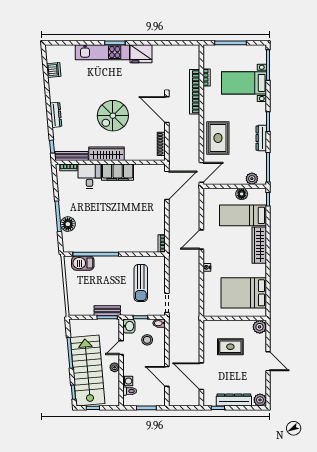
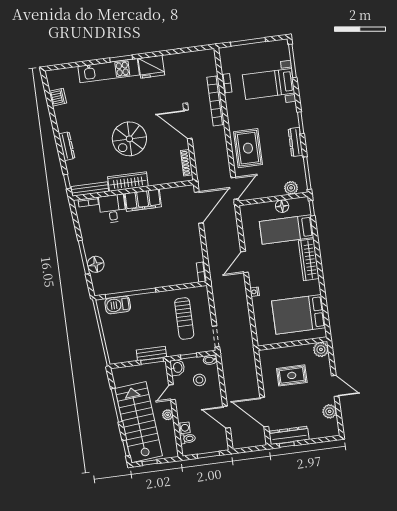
dresser: (234, 400) -> (289, 435), moved
plant: (260, 400) -> (330, 411), moved

